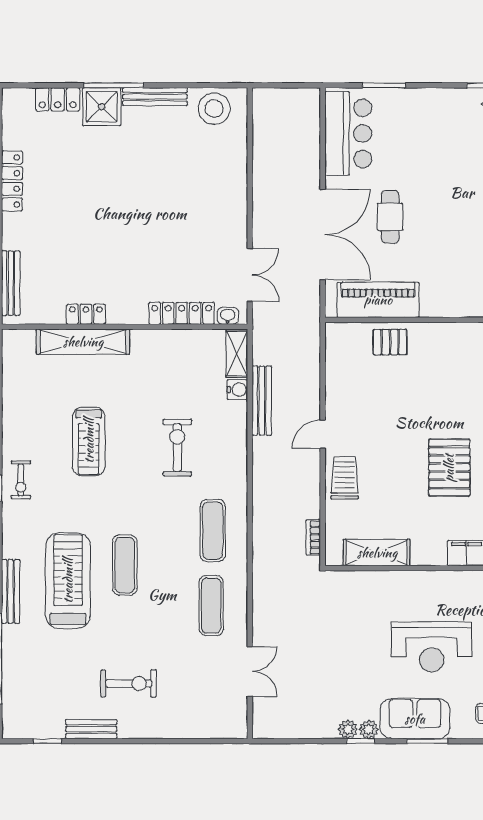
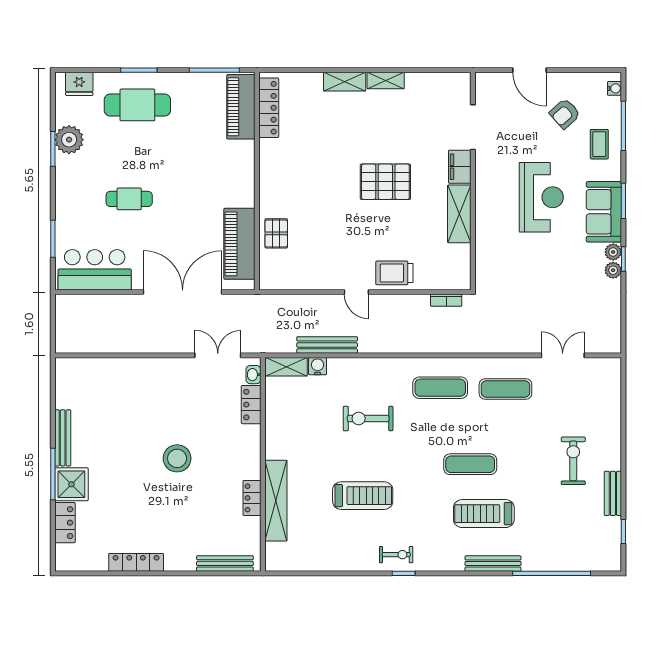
stool: (214, 109) -> (177, 458), moved
cafe table: (390, 217) -> (129, 199), moved
locker: (182, 313) -> (251, 405), width x0.66
shelving: (377, 553) -> (459, 214), moved
treadmill: (68, 581) -> (484, 514), width x0.73, depth x0.73

